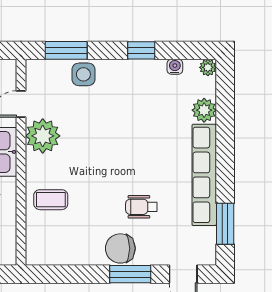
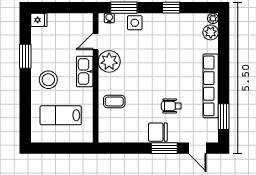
water cooler: (175, 67) -> (109, 18), moved
plant: (204, 110) -> (211, 32), moved

